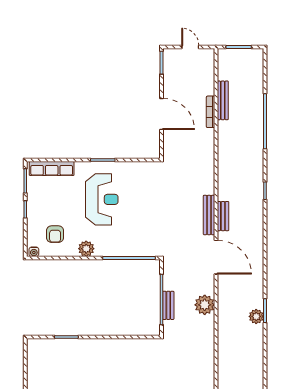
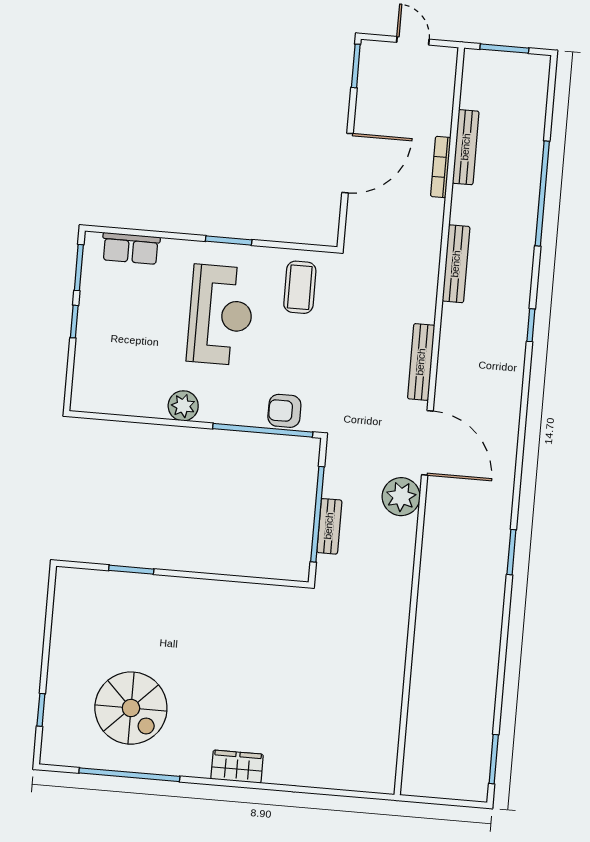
door: (161, 114) -> (347, 163), hinge flipped
row of seats: (52, 169) -> (131, 248), width x0.68
coffee table: (142, 181) -> (300, 287), added
bench: (223, 216) -> (456, 264), moved, width x1.36
armchair: (55, 234) -> (284, 411), moved, turned 90
water cooler: (34, 252) -> (84, 403), removed
plant: (205, 305) -> (401, 497), moved
plant: (256, 316) -> (494, 562), removed

